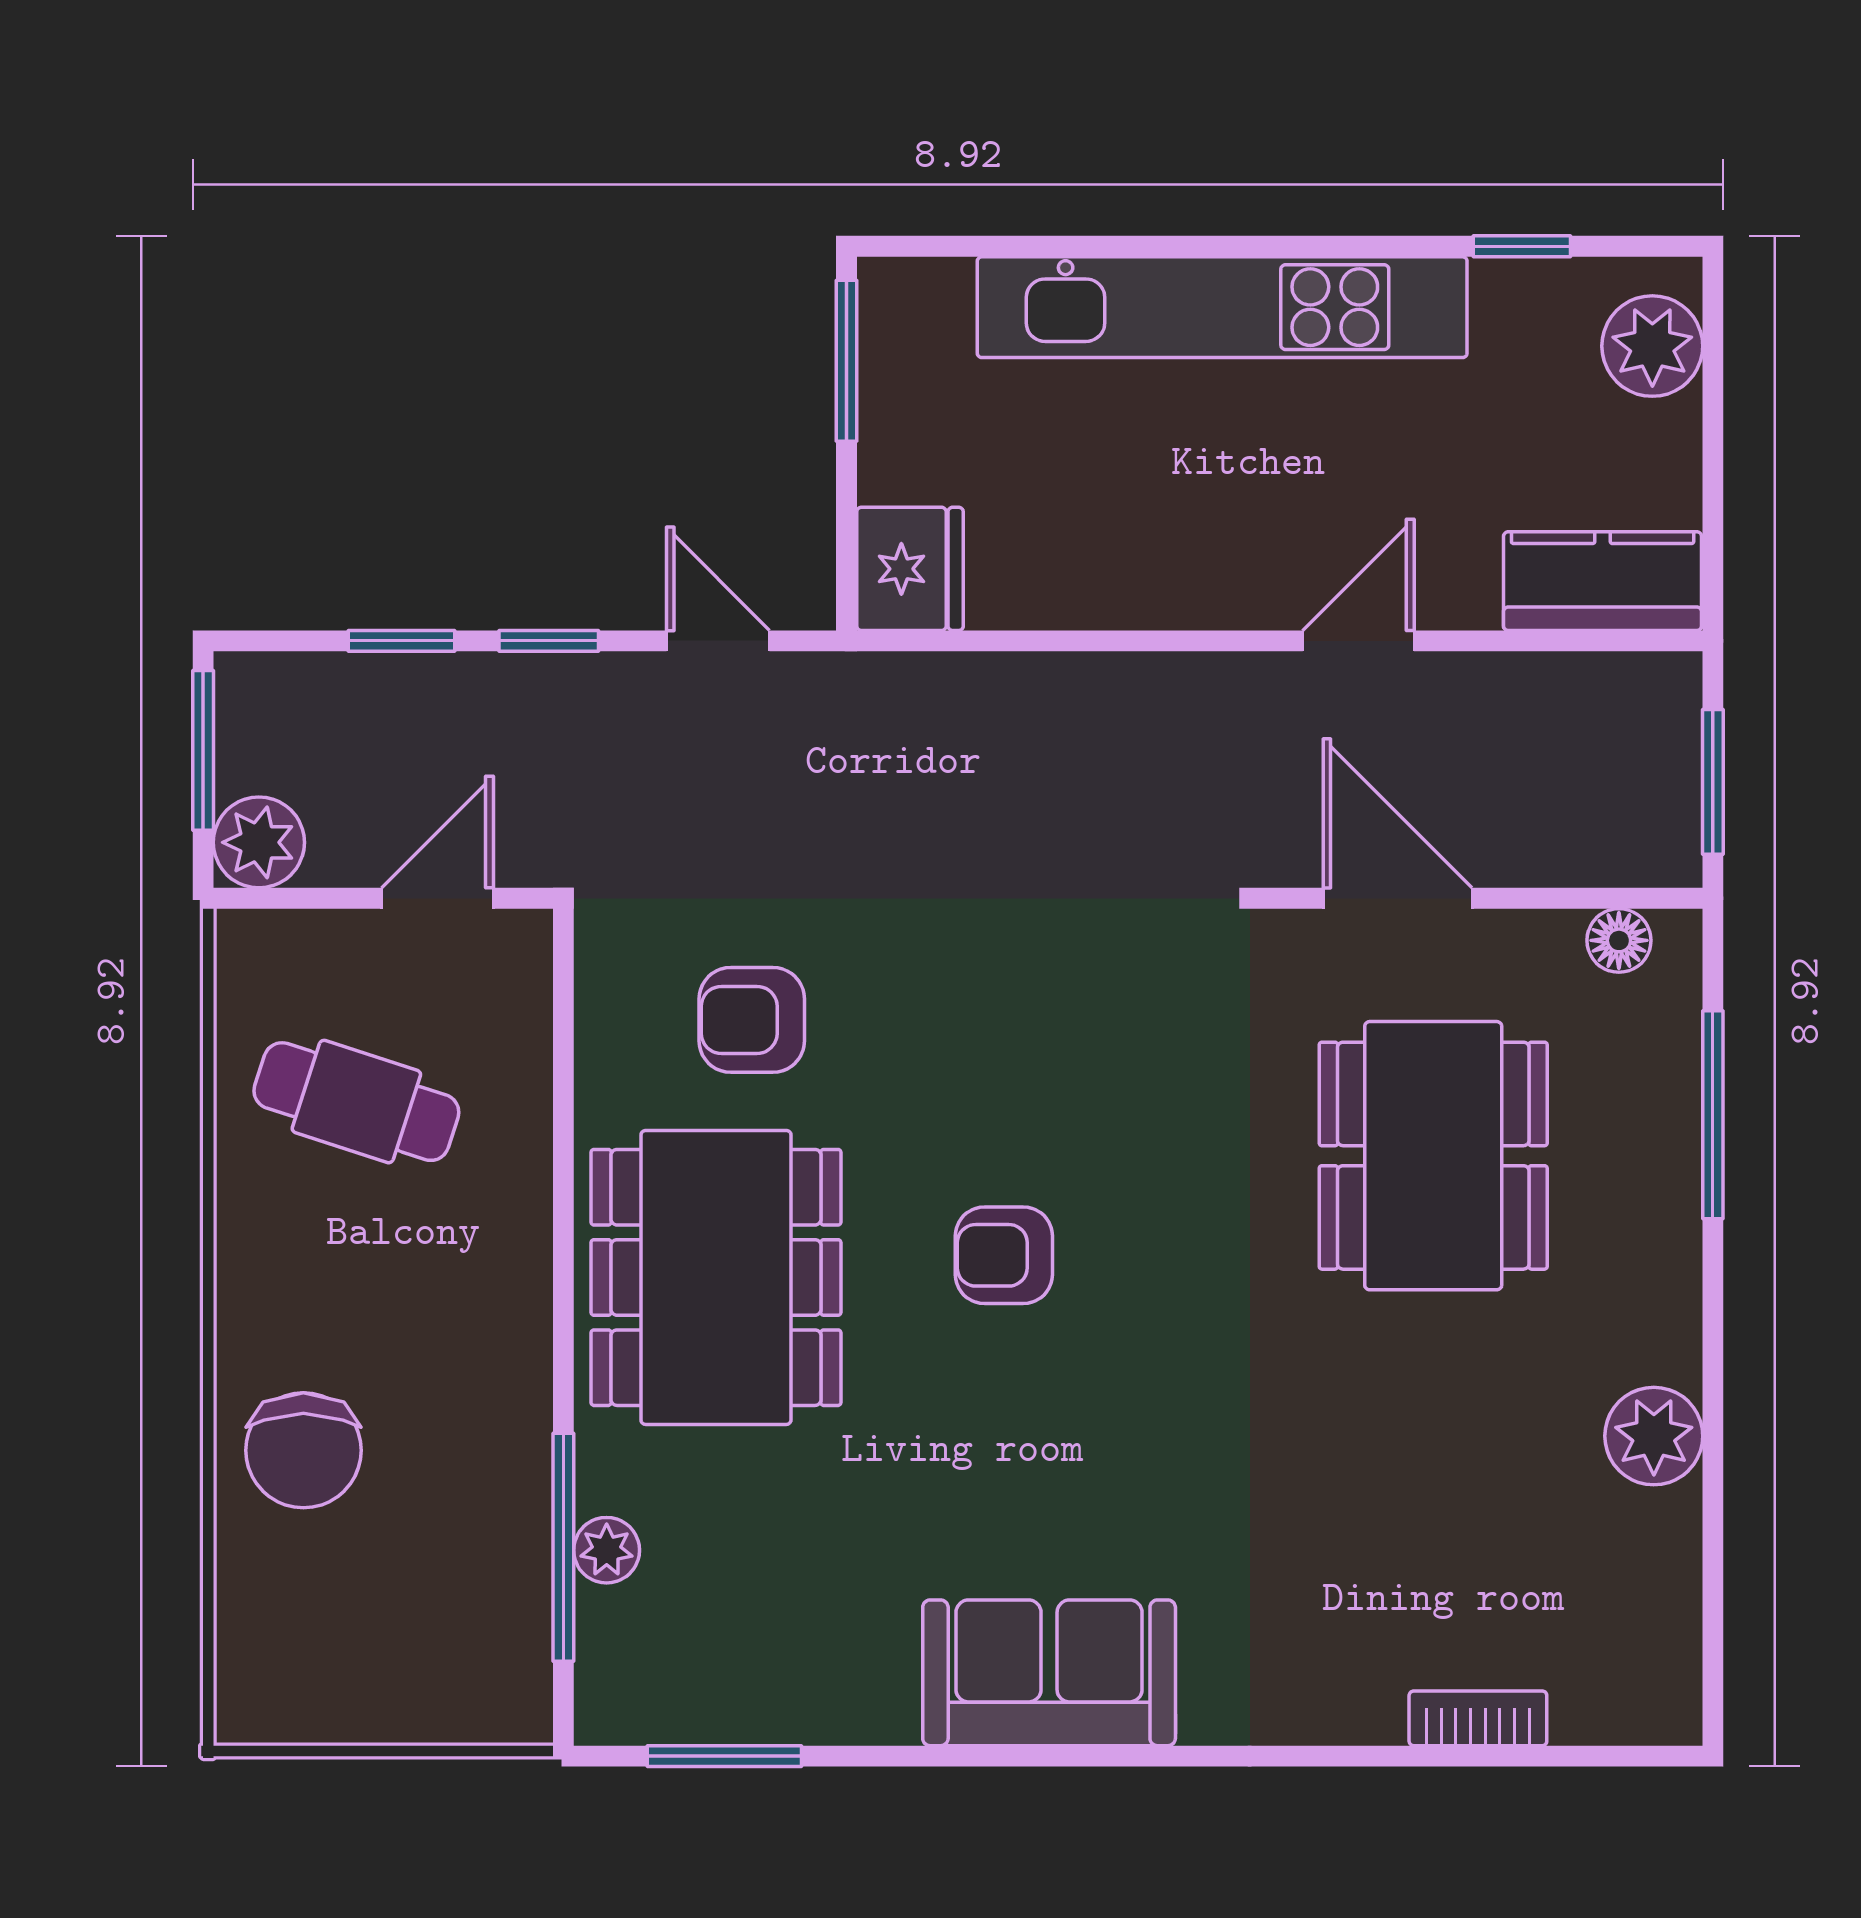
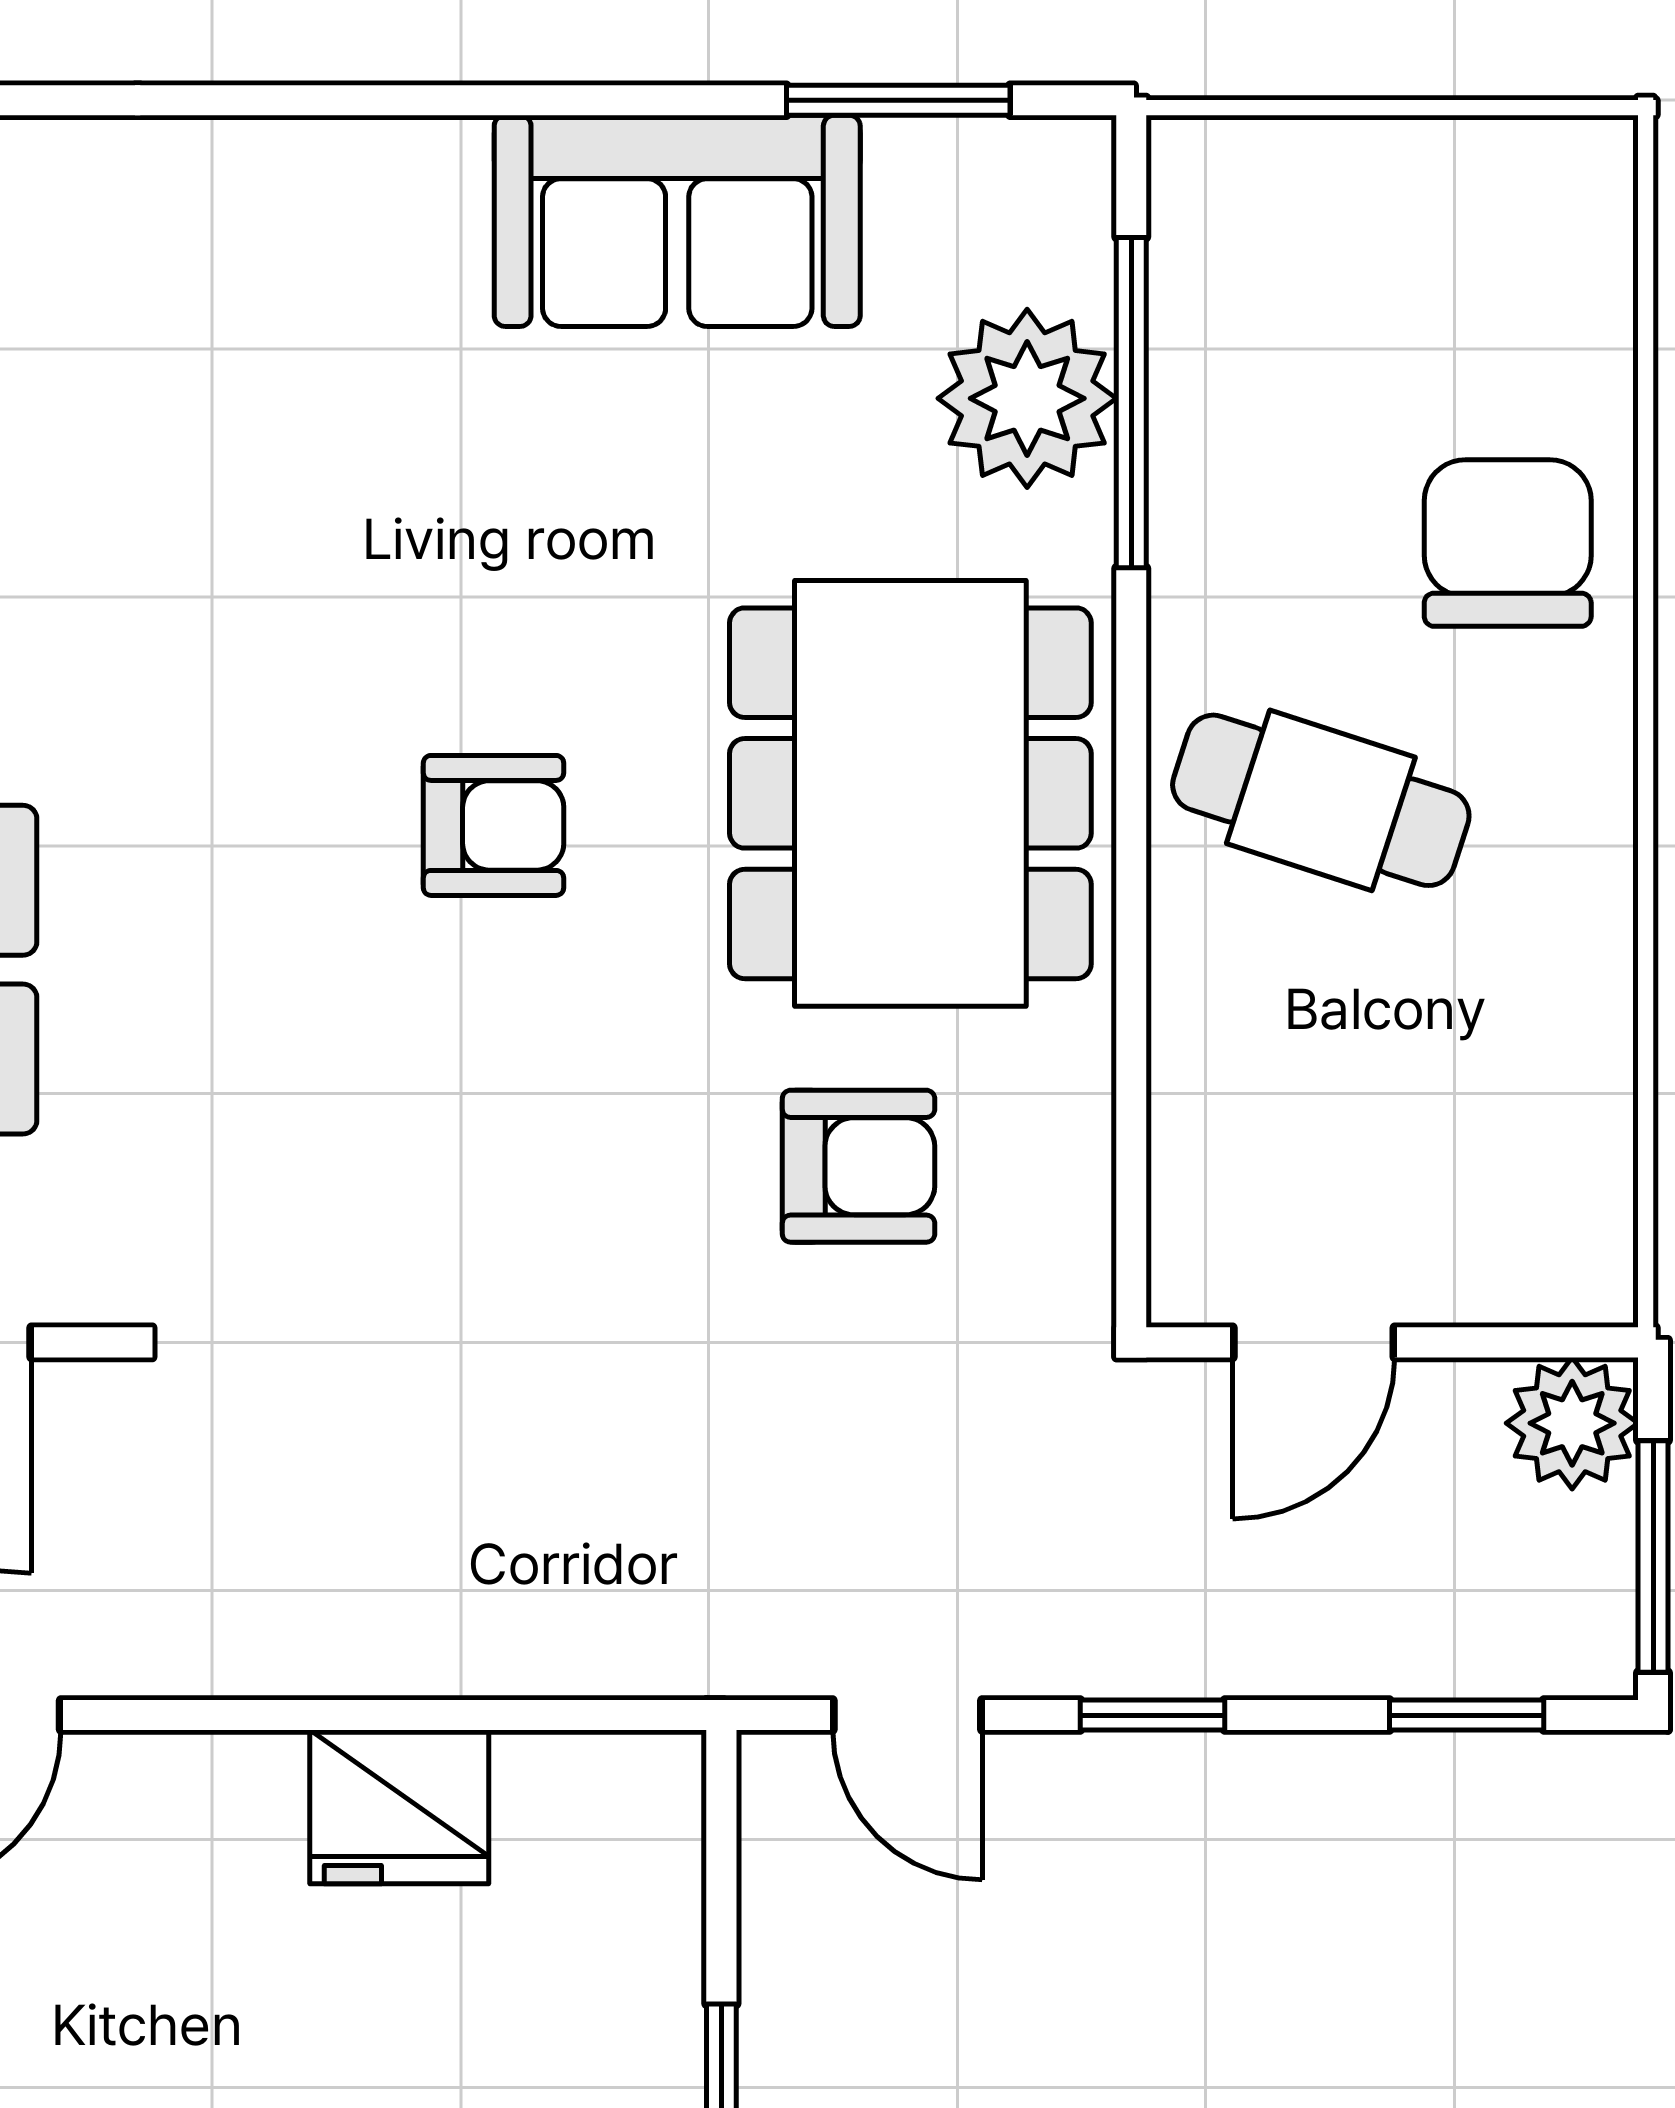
fridge: (910, 569) -> (399, 1807), moved, turned -90
window: (402, 641) -> (1467, 1715), moved
cafe table: (356, 1102) -> (1321, 800), moved
plant: (607, 1550) -> (1027, 398), width x1.88, depth x1.88
sofa: (1049, 1673) -> (677, 221), moved

